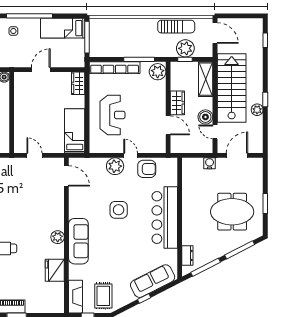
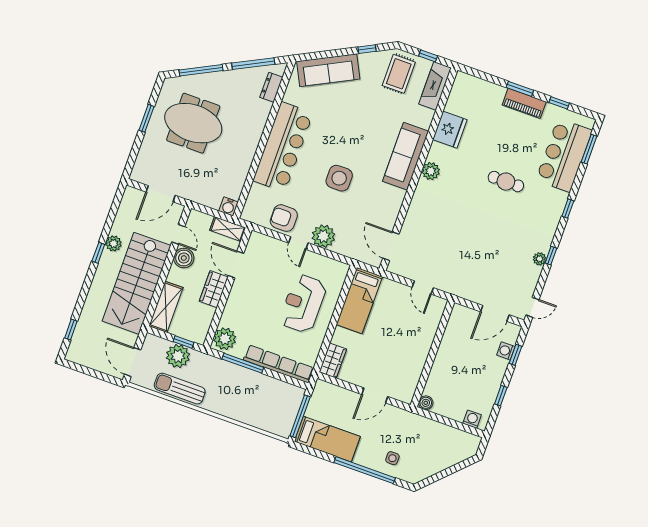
shelving: (182, 148) -> (228, 229), added
water cooler: (210, 163) -> (228, 207), moved
window: (144, 299) -> (367, 49), moved

